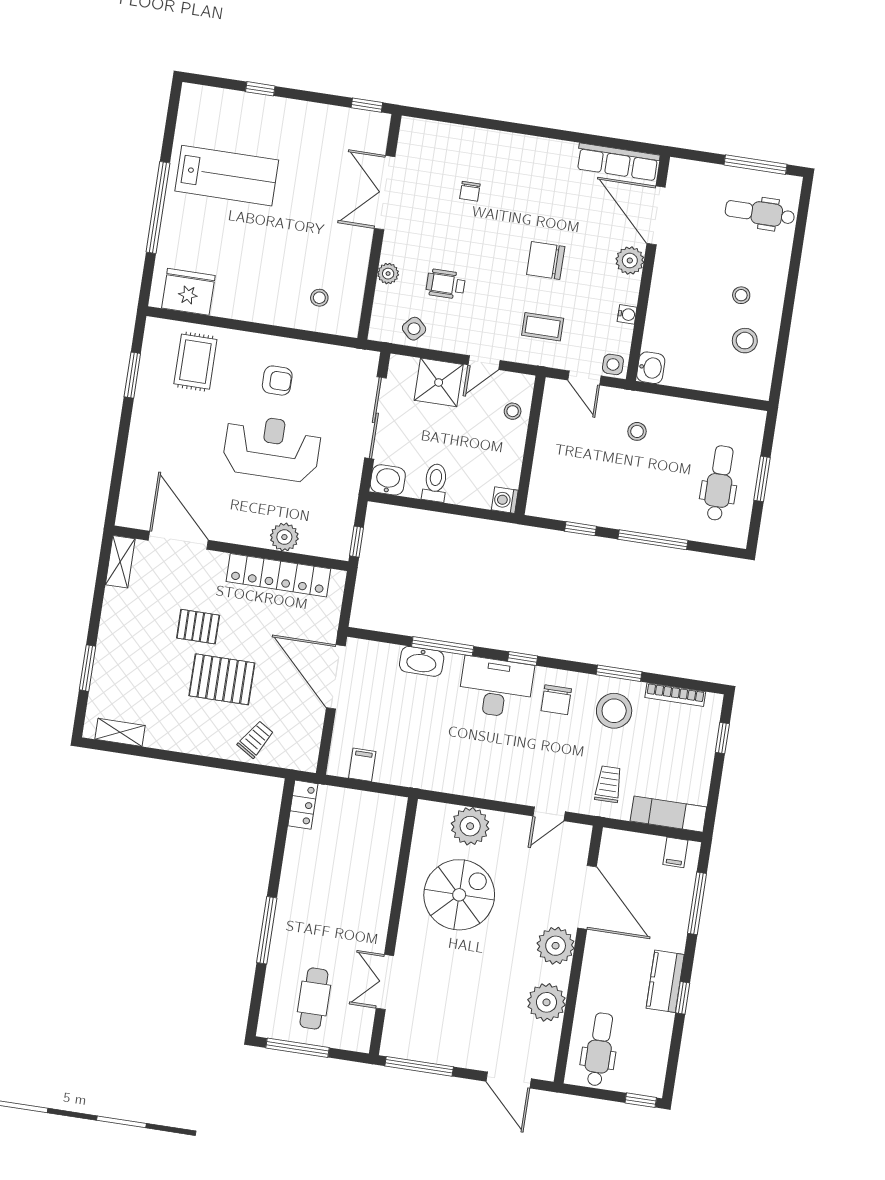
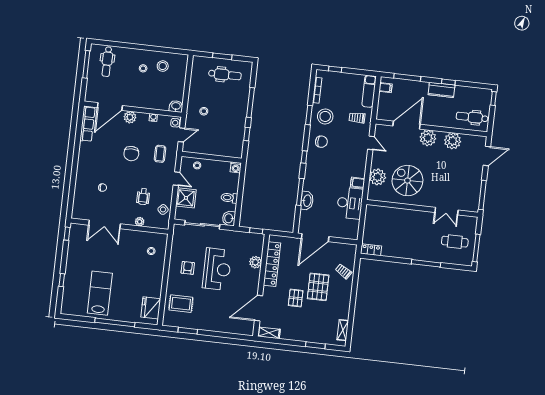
reception desk: (272, 448) -> (217, 269), turned 180
dental chair: (719, 483) -> (225, 75), turned 180
desk: (496, 687) -> (350, 203), moved, turned 180
filing cabinet: (362, 765) -> (358, 183), moved

